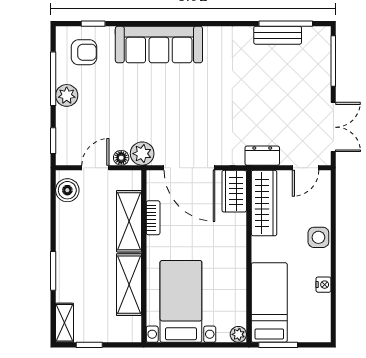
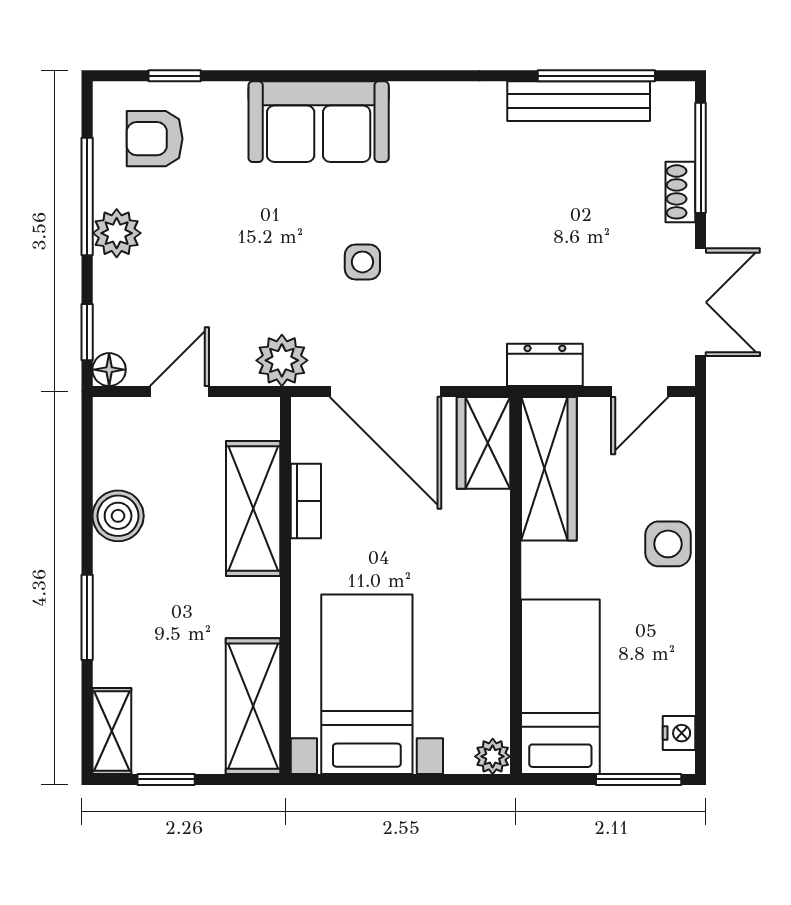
bench: (278, 35) -> (579, 101), width x1.36
sofa: (159, 45) -> (319, 122), width x0.73
armchair: (84, 52) -> (155, 139), turned 180
shoe rack: (324, 77) -> (680, 192), added
side table: (179, 109) -> (362, 262), added
floor lamp: (121, 158) -> (109, 370), moved
boiler: (67, 190) -> (118, 516), moved
shelving: (129, 285) -> (253, 706), moved
nightstand: (323, 285) -> (679, 733), moved
window: (278, 345) -> (639, 779), moved

